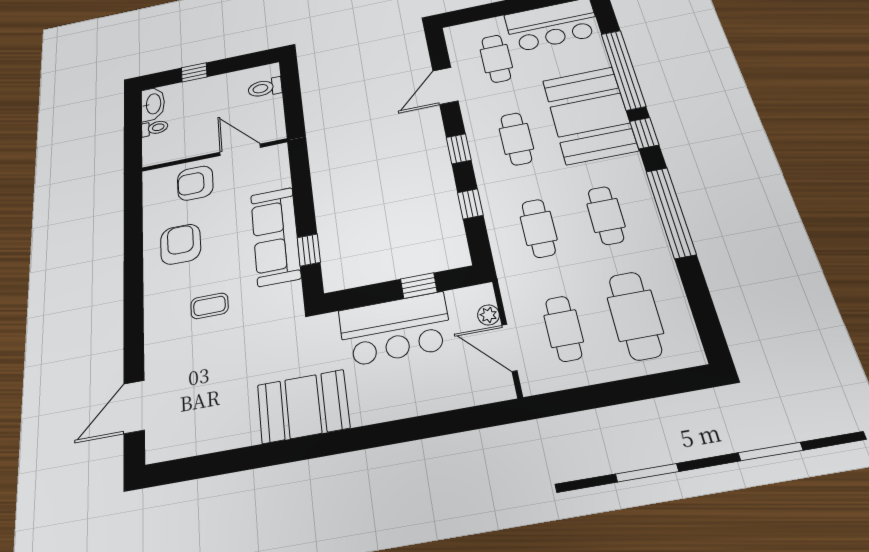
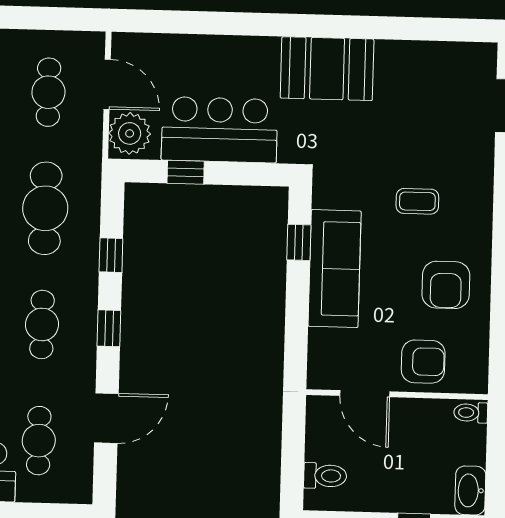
toilet: (155, 128) -> (471, 413), moved
cafe table: (539, 228) -> (45, 208), width x1.37, depth x1.35
plant: (488, 315) -> (130, 133), width x1.87, depth x1.87

